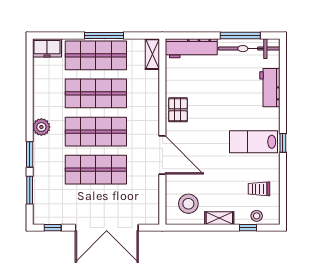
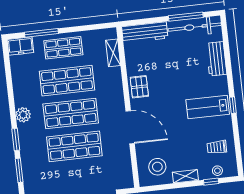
window: (104, 36) -> (41, 33), moved
shelving: (152, 54) -> (113, 53), moved
shop shelf: (96, 55) -> (63, 48), width x0.70, depth x0.74

